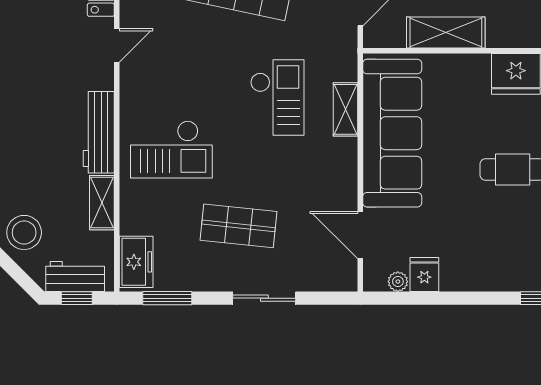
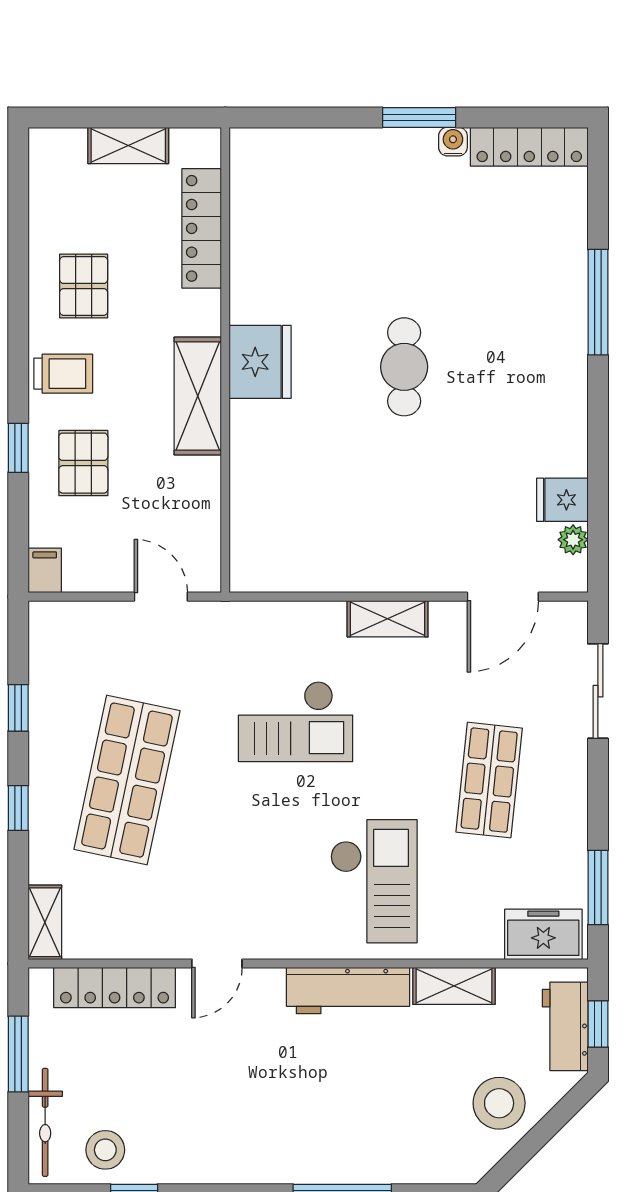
shelving: (446, 33) -> (198, 396), moved
door: (117, 45) -> (217, 963), swing flipped
checkout: (277, 98) -> (296, 722), turned 180
shelving: (345, 109) -> (388, 619), moved
sofa: (392, 133) -> (349, 548), removed
sliding door: (264, 298) -> (598, 691), moved

